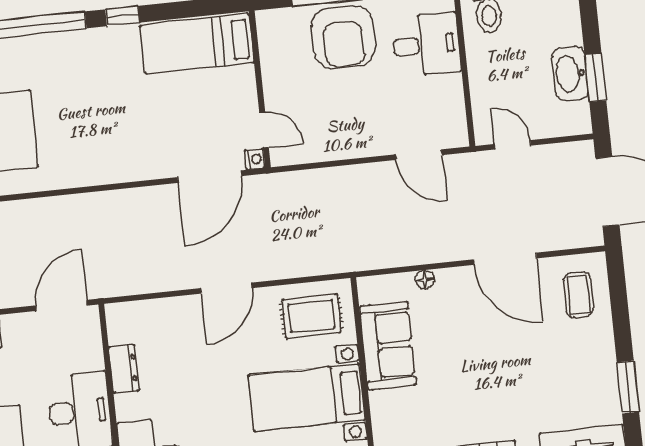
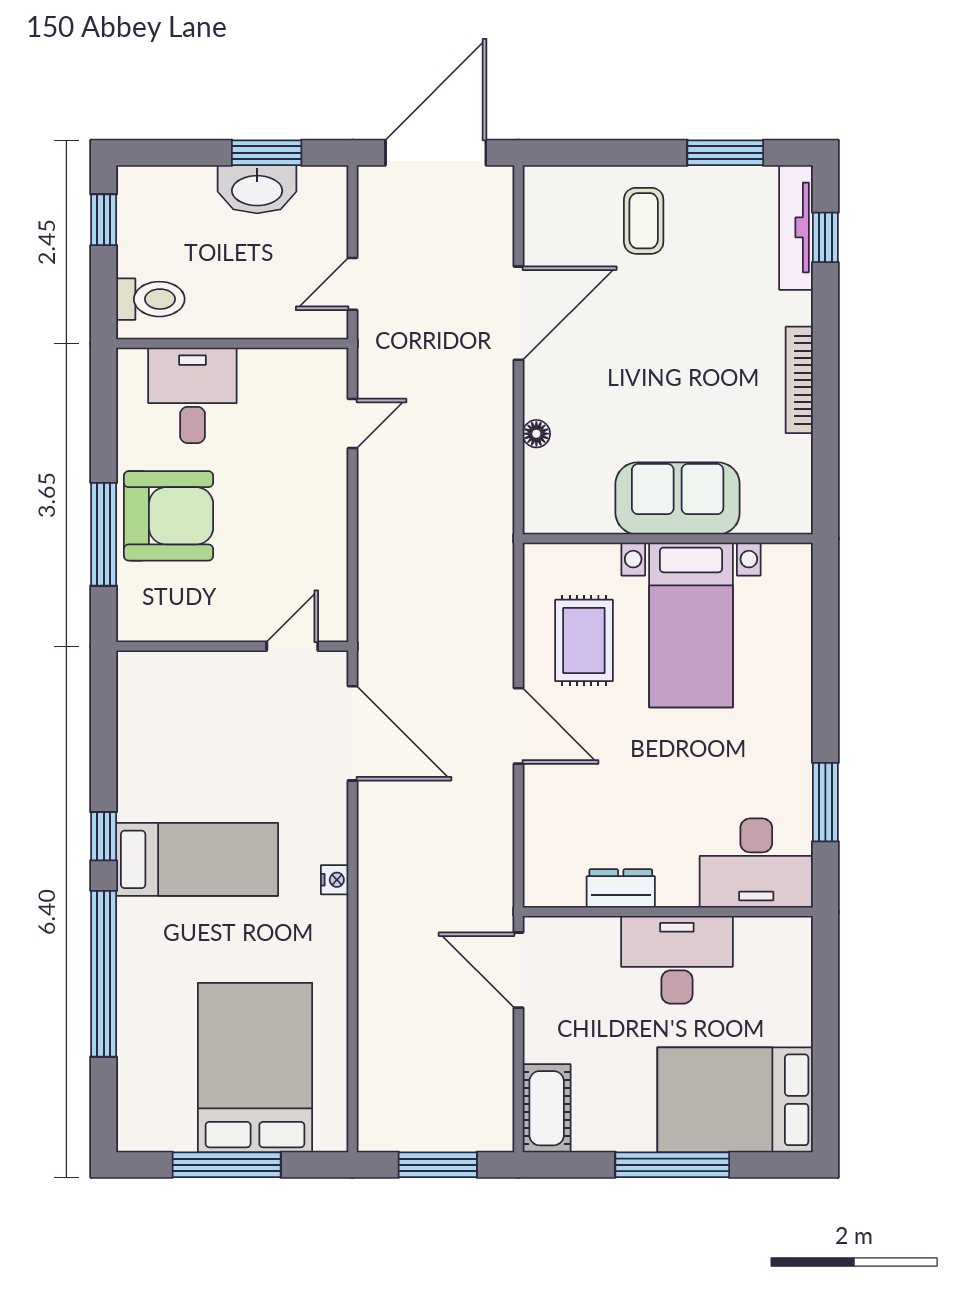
bed: (197, 44) -> (197, 859), moved, turned -90
door: (419, 155) -> (353, 423), width x0.73
nightstand: (255, 159) -> (335, 880), moved, turned 90
coffee table: (578, 295) -> (644, 221), moved, turned 90
rug: (311, 316) -> (584, 640), moved
sofa: (388, 345) -> (678, 498), moved

